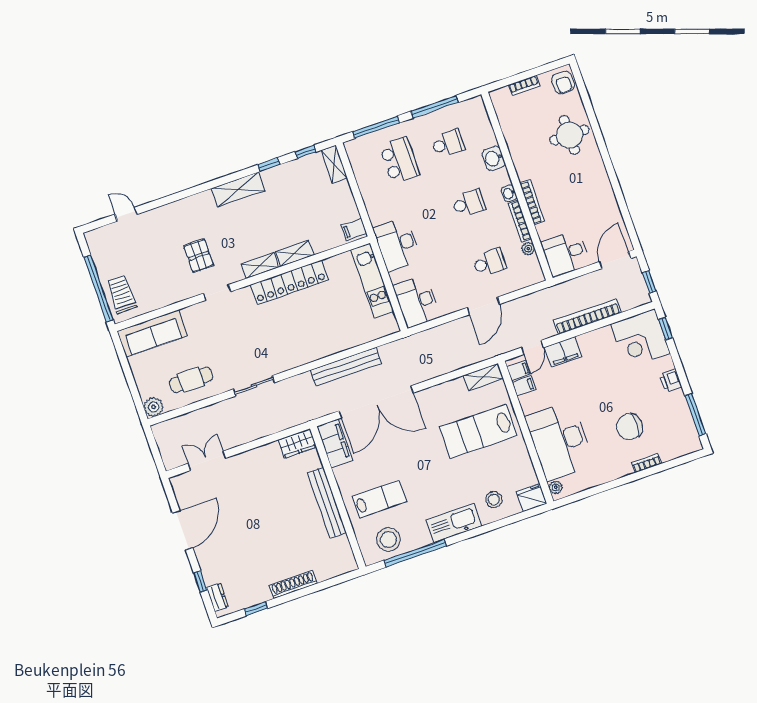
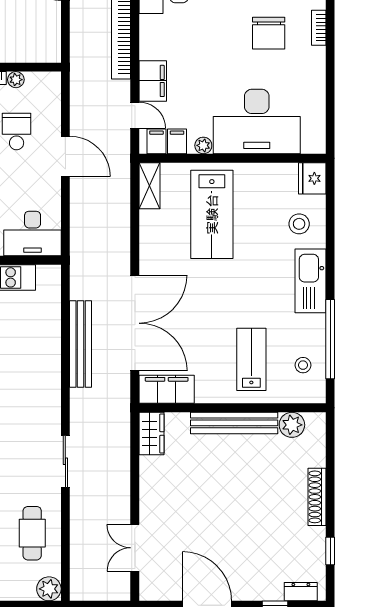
desk: (565, 253) -> (37, 37), removed
plant: (556, 487) -> (203, 145), moved
stool: (389, 539) -> (303, 365), width x0.53, depth x0.53
plant: (341, 547) -> (292, 425), added

